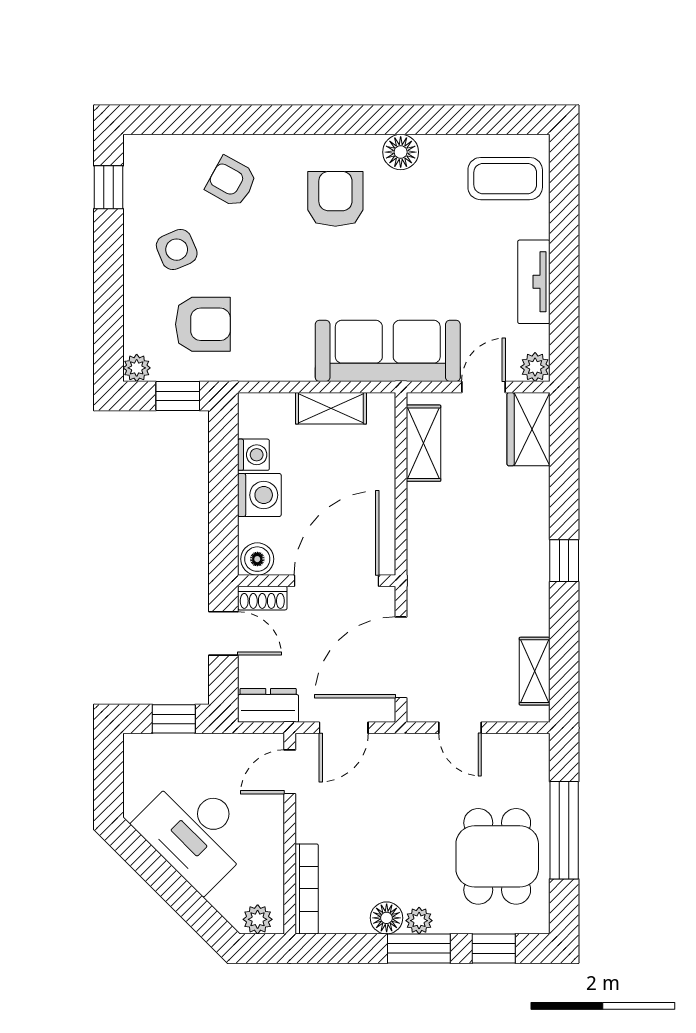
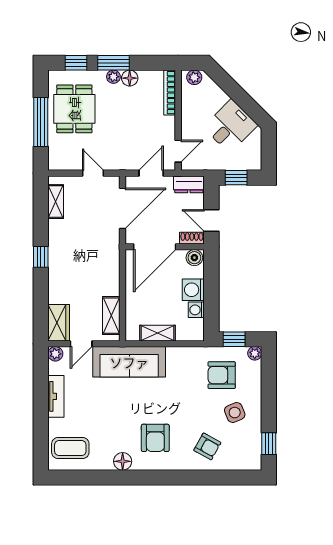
desk: (195, 832) -> (230, 126), width x0.73

